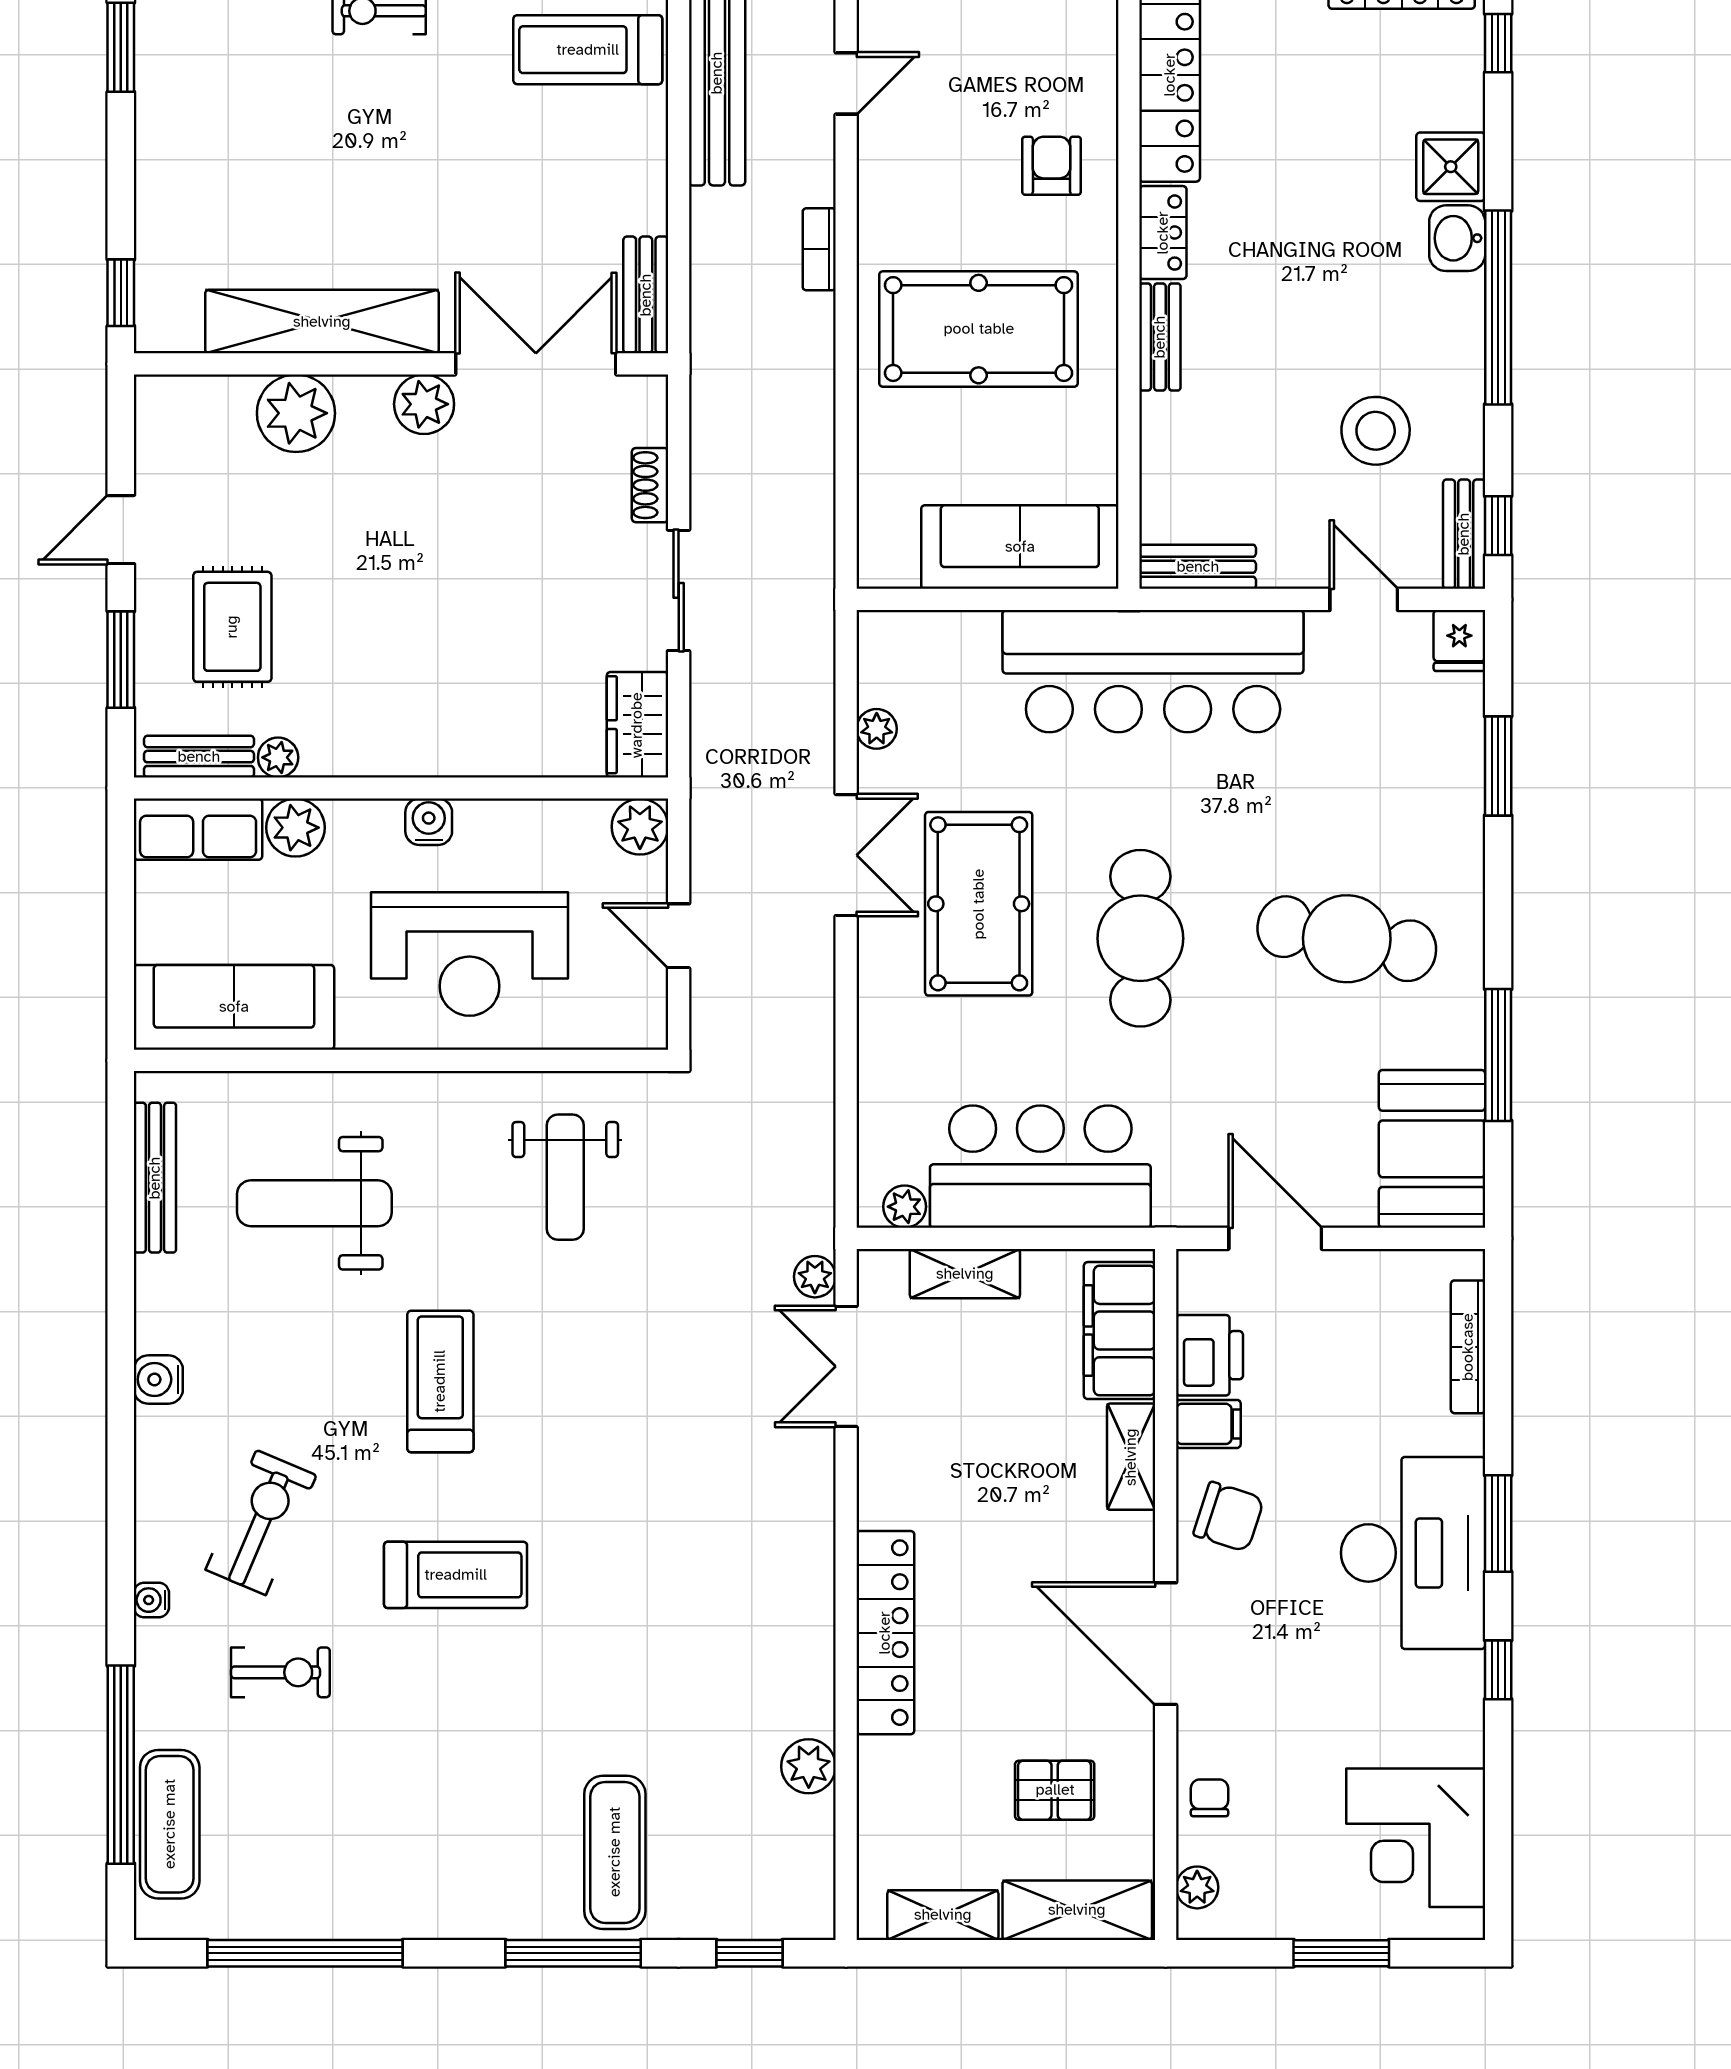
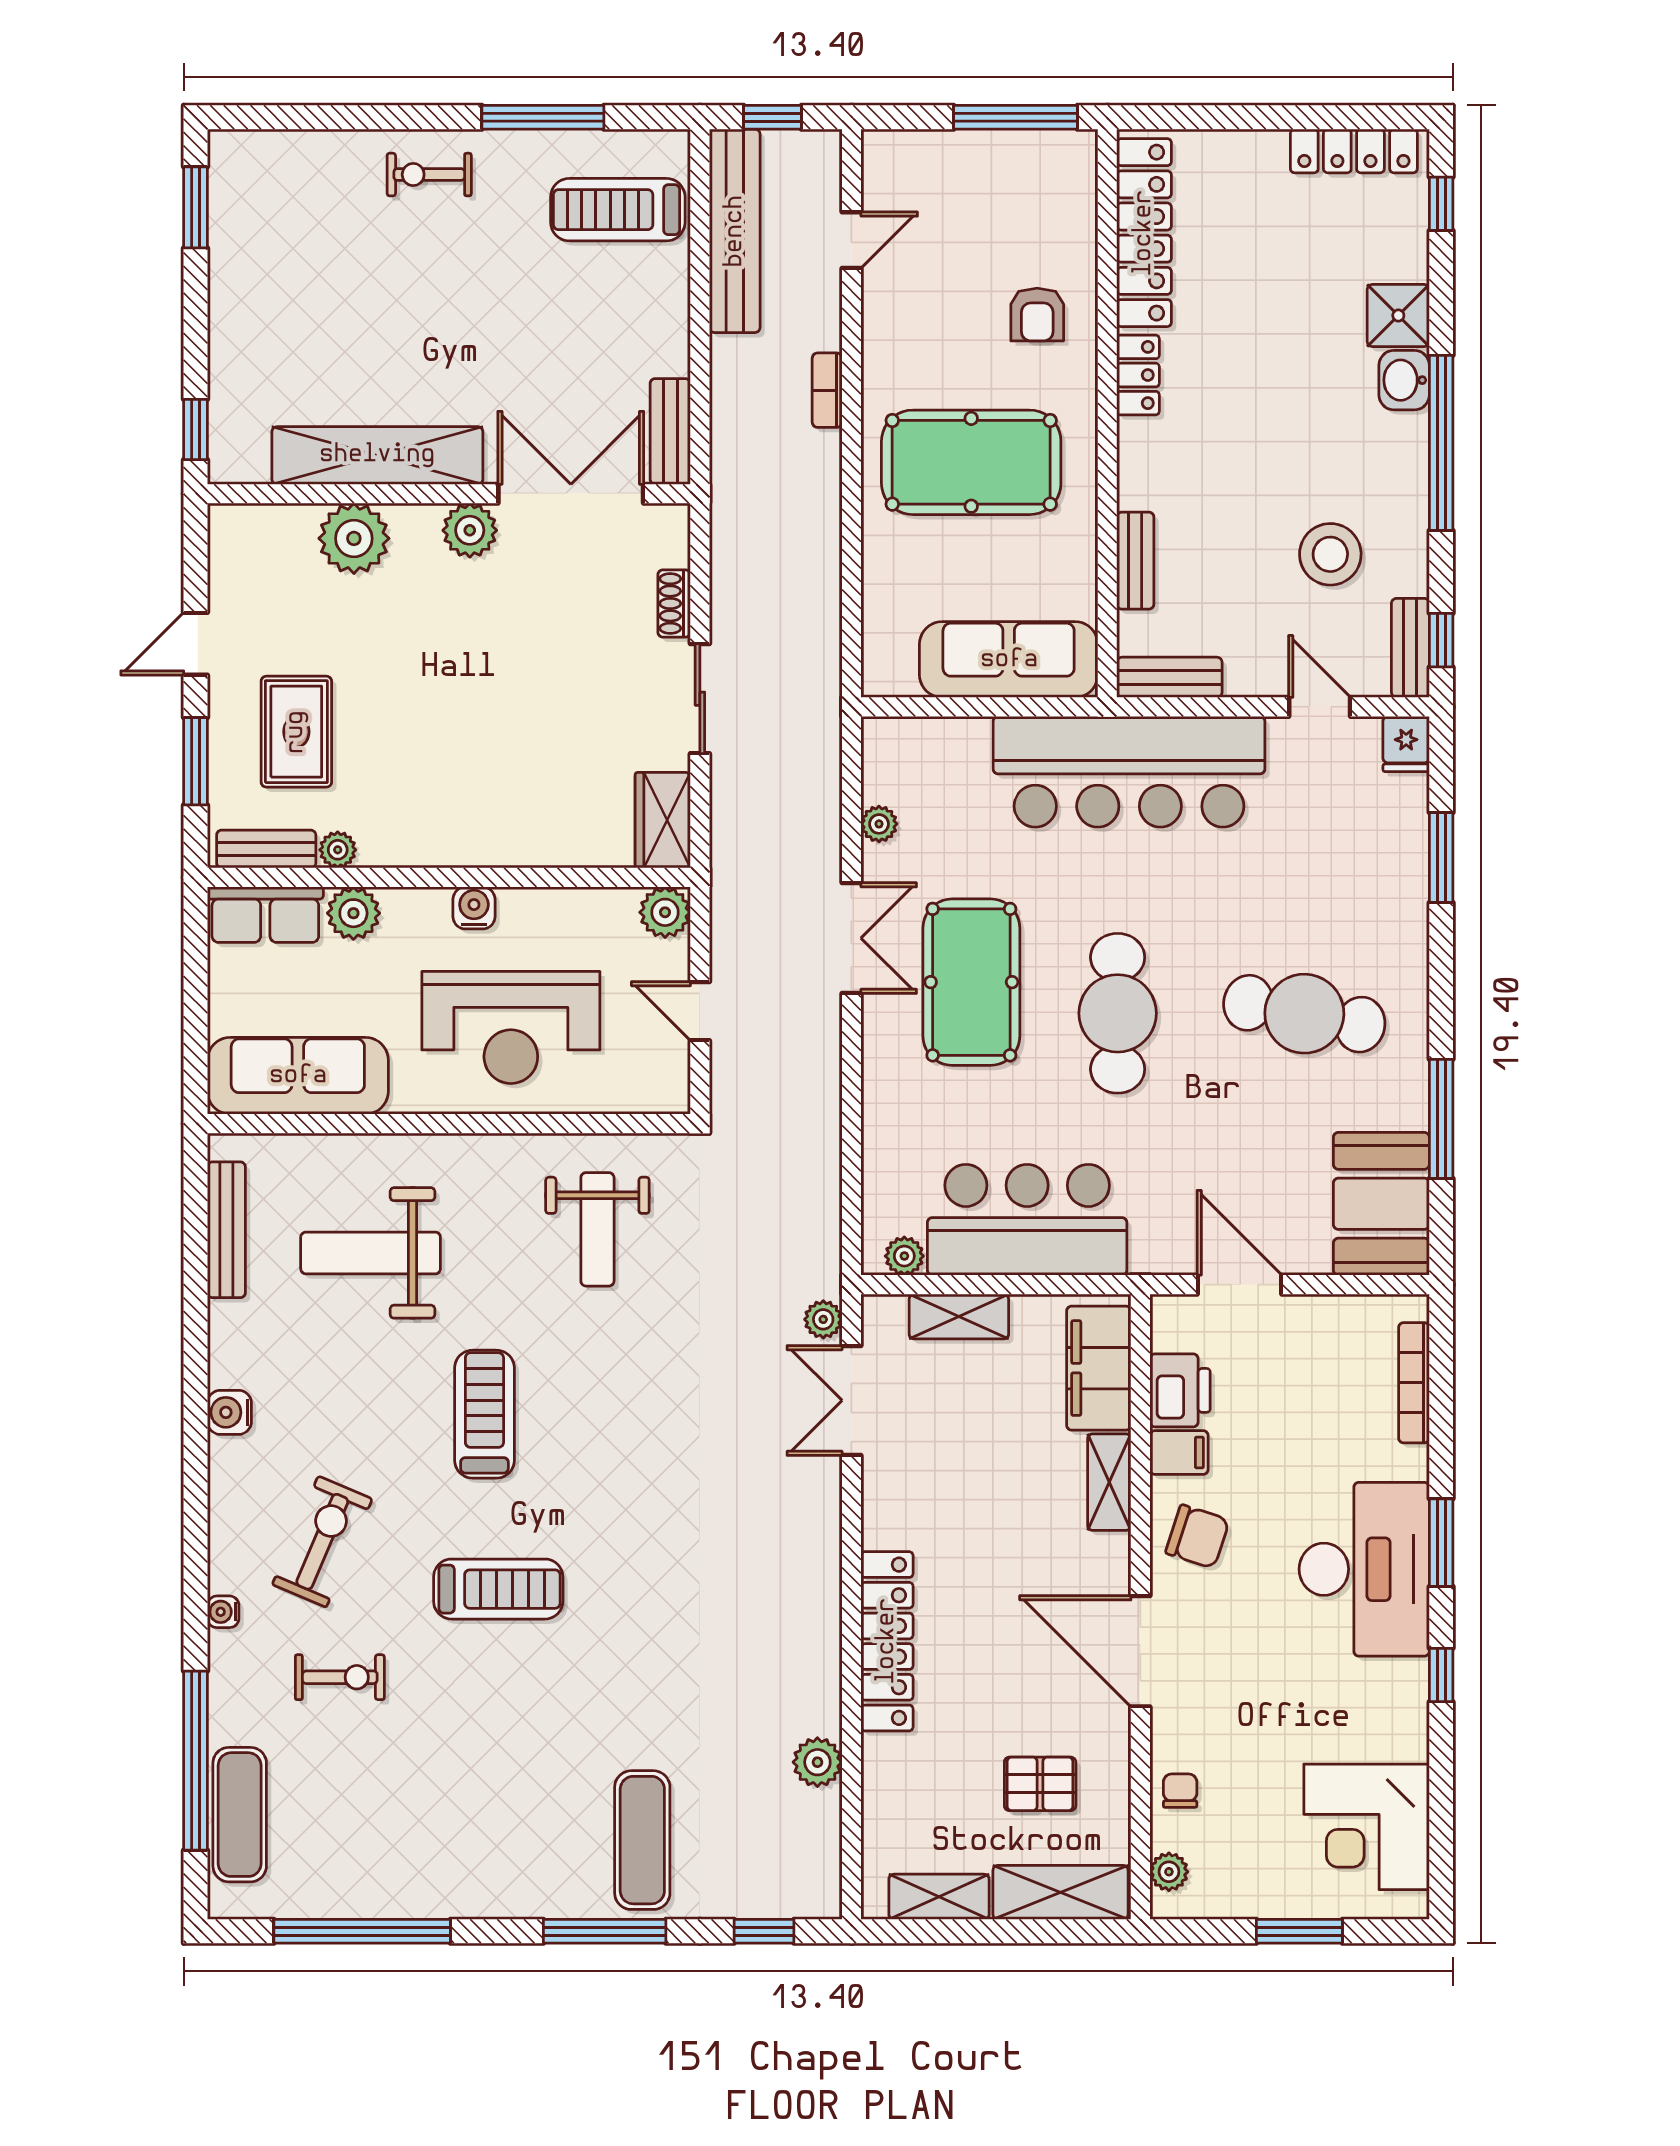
armchair: (1052, 166) -> (1037, 315), turned 180
bench: (1160, 337) -> (1135, 561), moved

